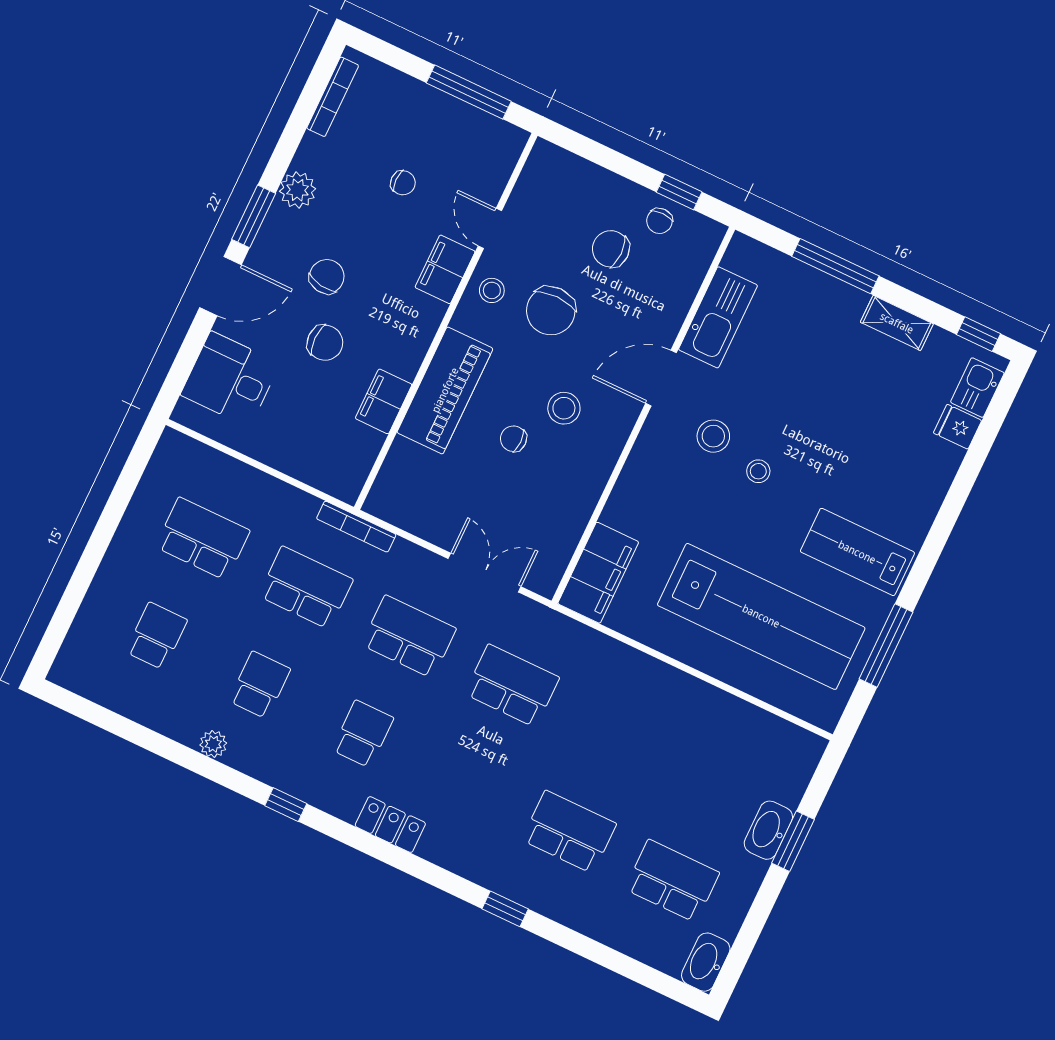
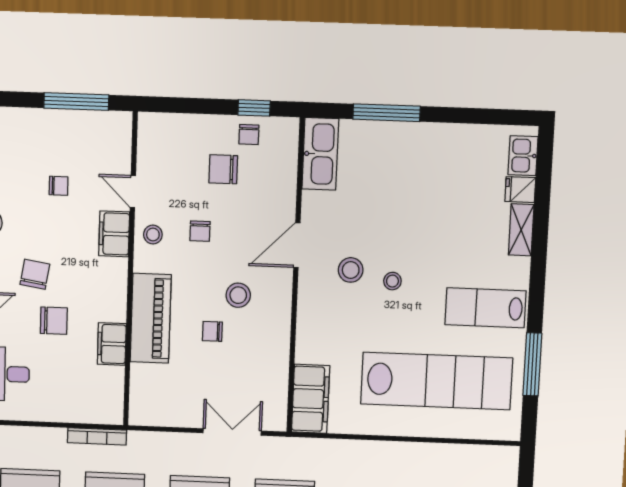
chair: (551, 311) -> (200, 231), width x0.54, depth x0.54
kitchen sink: (718, 317) -> (320, 154), moved
shelving: (897, 323) -> (521, 230), moved, turned 90
window: (978, 334) -> (508, 117), removed
bookcase: (356, 527) -> (97, 436), moved

